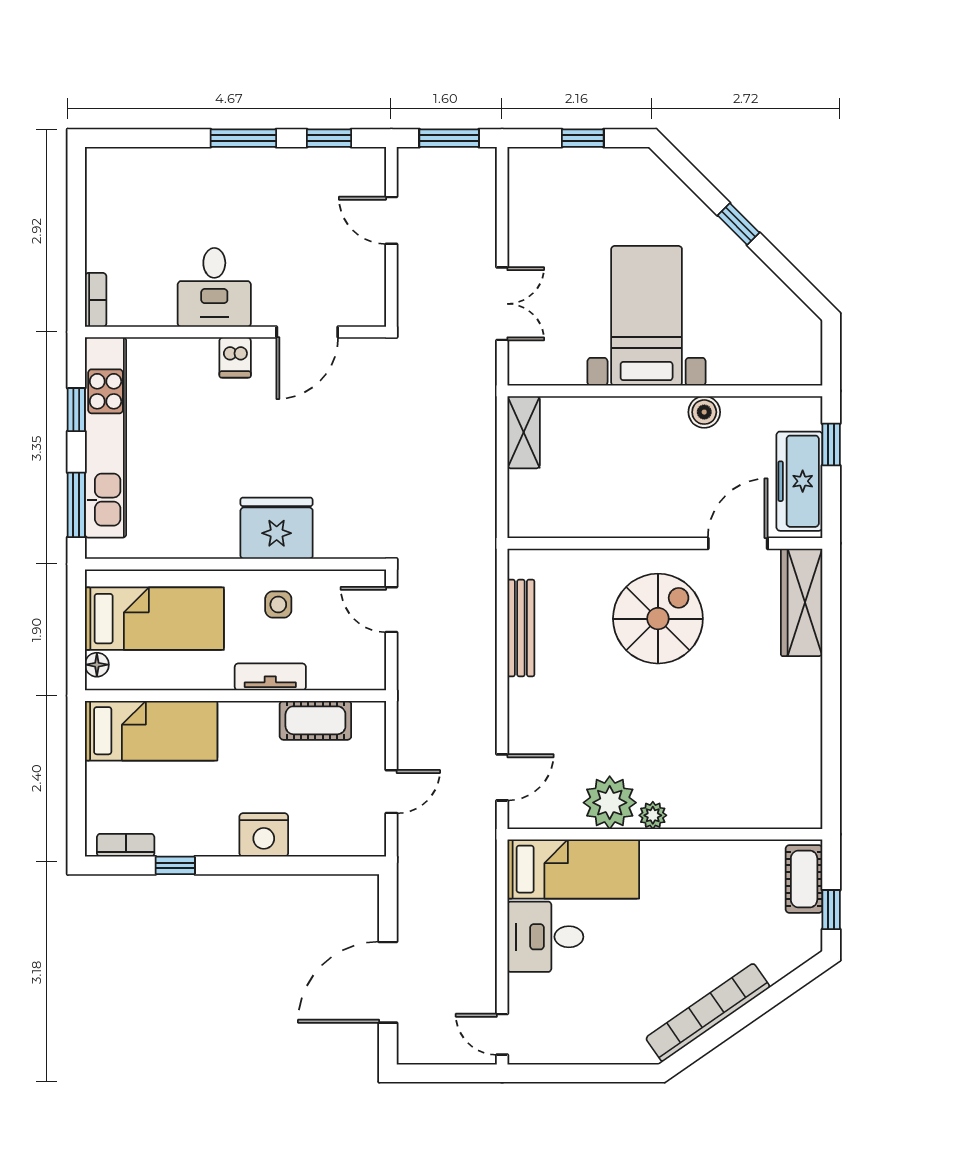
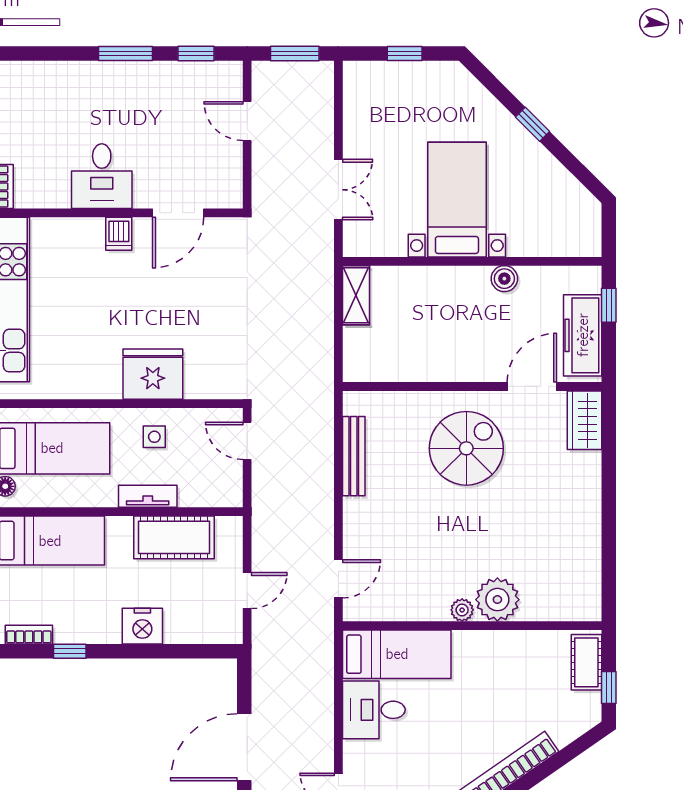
wardrobe: (802, 602) -> (584, 420), width x0.67
cot: (315, 720) -> (174, 537), width x1.37, depth x1.34
plant: (610, 803) -> (497, 600), moved

